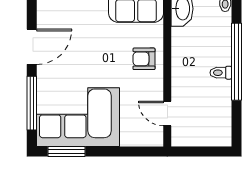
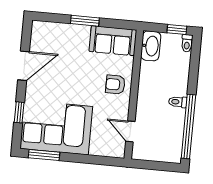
window: (236, 62) -> (188, 126), moved
window: (32, 103) -> (19, 112), width x0.46

